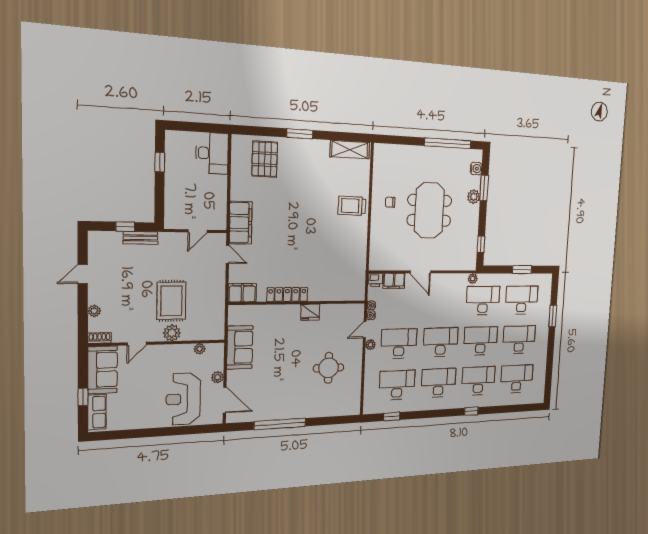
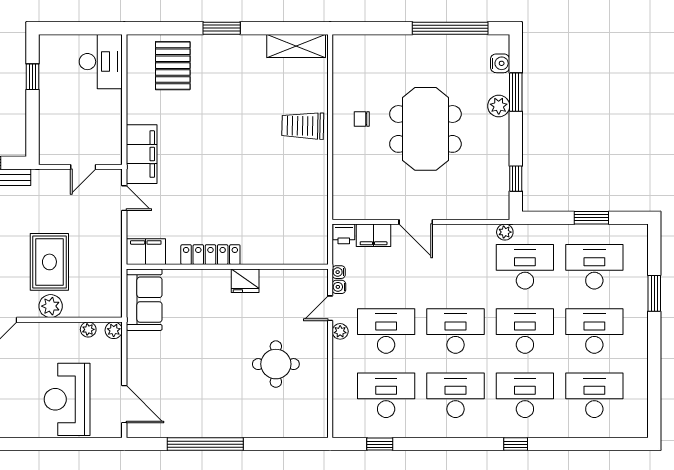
sofa: (240, 347) -> (144, 300), moved
plant: (218, 377) -> (114, 330), moved

